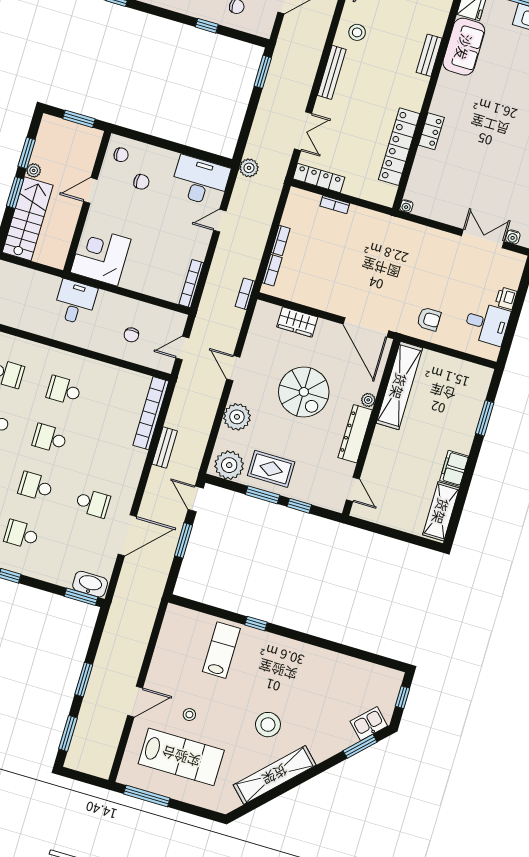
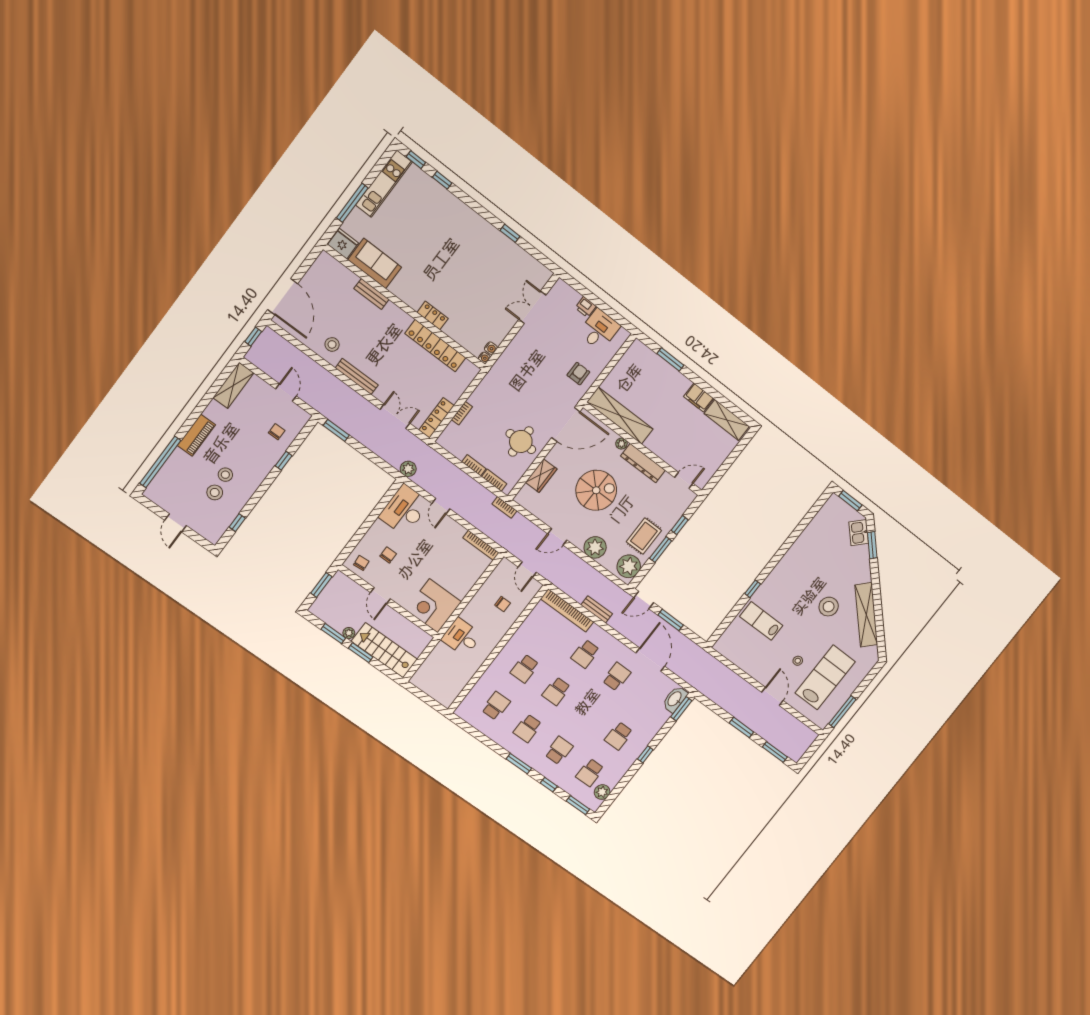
water cooler: (513, 237) -> (491, 348), moved
round table: (328, 284) -> (521, 441), added
school desk: (36, 486) -> (585, 654), moved
window: (403, 697) -> (850, 501), width x1.50

